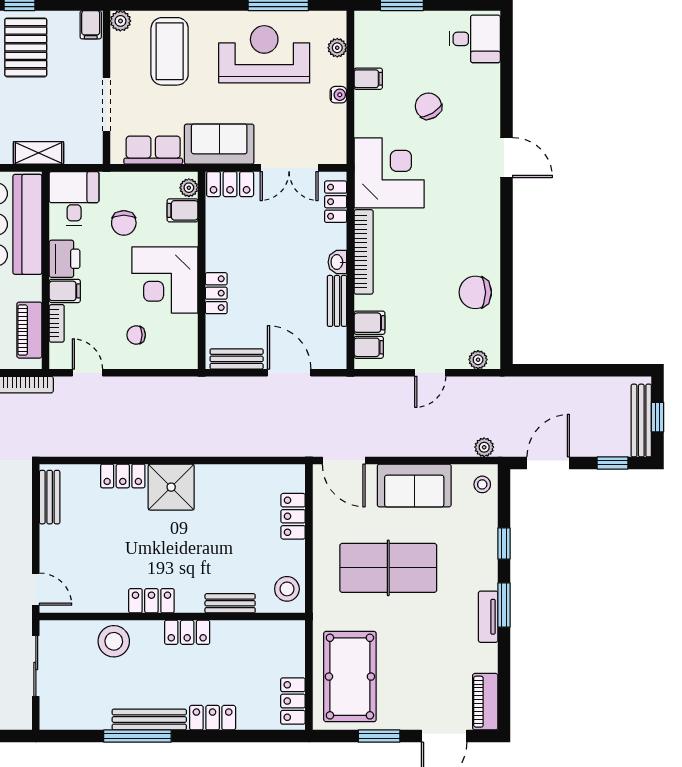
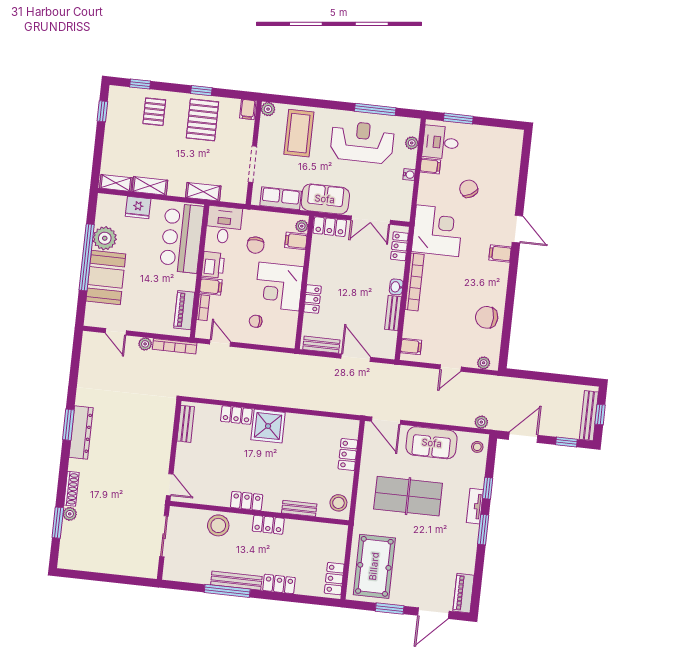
desk: (475, 39) -> (441, 142), moved, turned 180
filing cabinet: (369, 323) -> (500, 253), moved, turned 180
tv unit: (488, 617) -> (475, 506), moved

